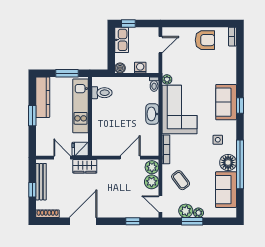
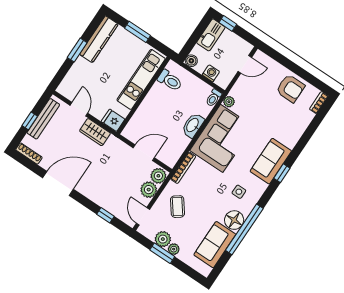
toilet: (102, 93) -> (170, 80), moved
kitchen unit: (81, 106) -> (141, 79), moved
wall: (90, 116) -> (143, 95), moved
fridge: (80, 149) -> (113, 120), moved

